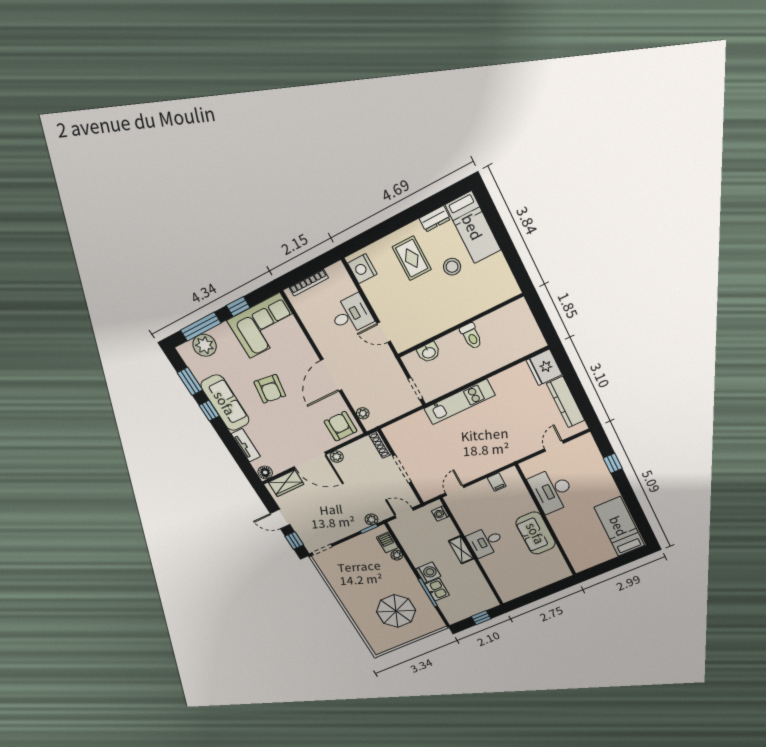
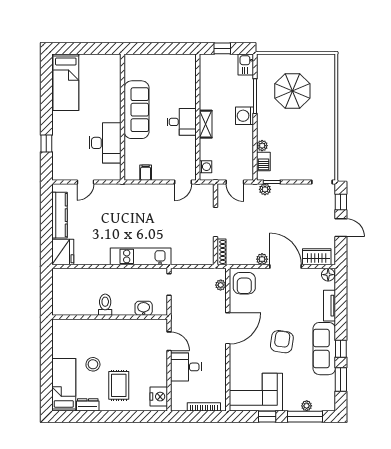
plant: (205, 345) -> (307, 406), width x0.53, depth x0.53
sofa: (536, 533) -> (137, 110), width x1.36
kitchen sink: (437, 590) -> (246, 64), moved

